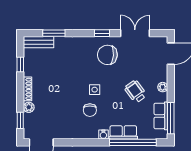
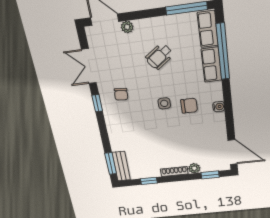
window: (54, 33) -> (111, 164), moved
chair: (107, 55) -> (121, 94), width x0.54, depth x0.54
plant: (163, 87) -> (127, 27), moved
row of seats: (161, 116) -> (208, 29), moved, turned 90
water cooler: (103, 135) -> (219, 107), moved

